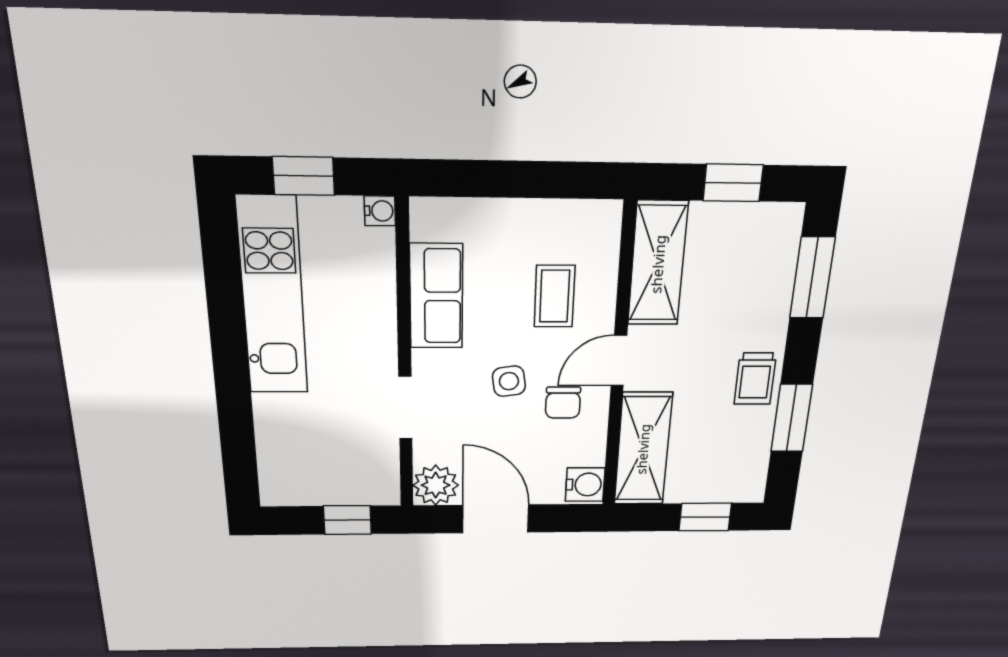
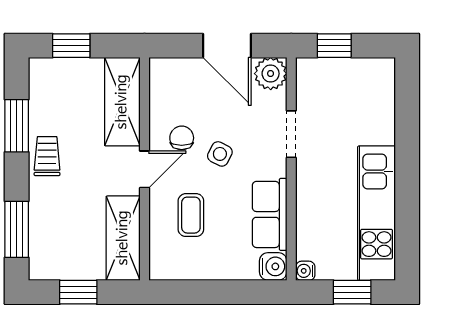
side table: (509, 381) -> (220, 154), turned 35
water cooler: (585, 485) -> (273, 266), moved, turned 180

